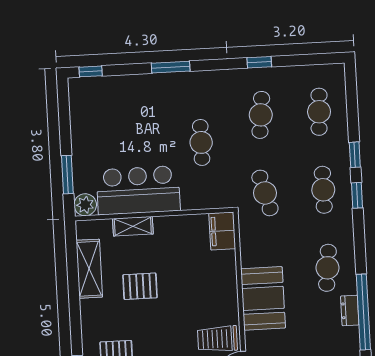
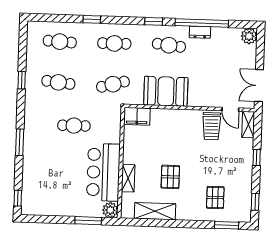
window: (357, 195) -> (154, 21), moved
booth: (263, 298) -> (166, 91), moved

